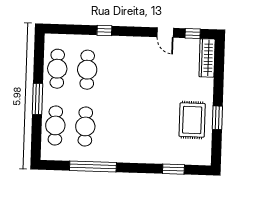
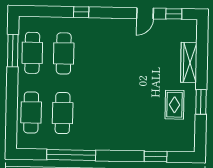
door: (165, 32) -> (145, 13), hinge flipped
wardrobe: (207, 58) -> (189, 62), moved
window: (38, 99) -> (13, 51), moved
rug: (192, 120) -> (175, 105), width x0.73, depth x0.70

